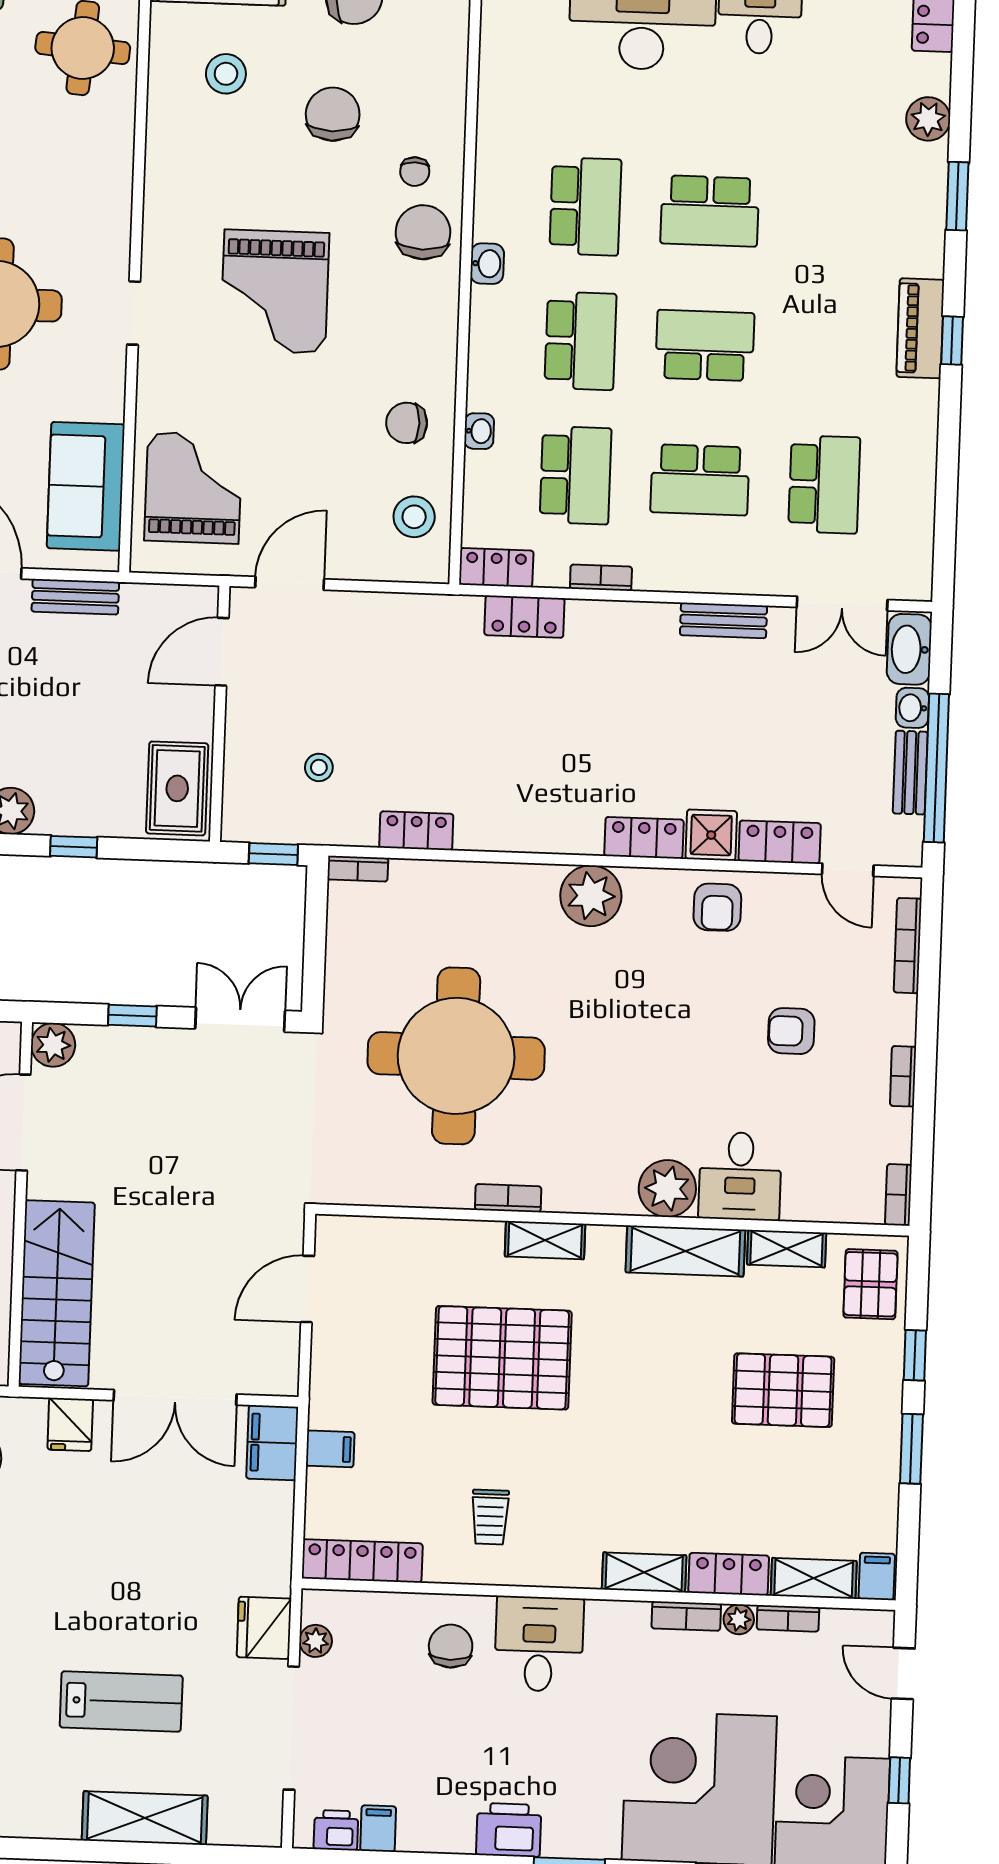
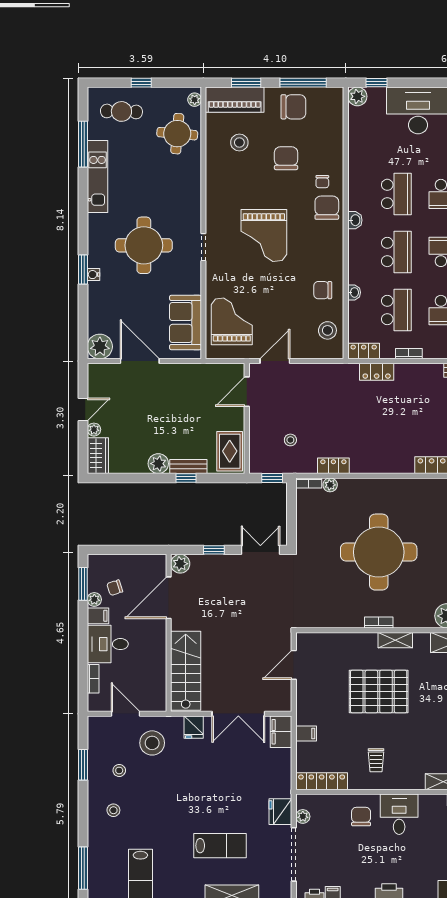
bench: (75, 597) -> (188, 467), moved
plant: (591, 896) -> (330, 485), moved, width x0.53, depth x0.53
round table: (456, 1056) -> (379, 552), moved

